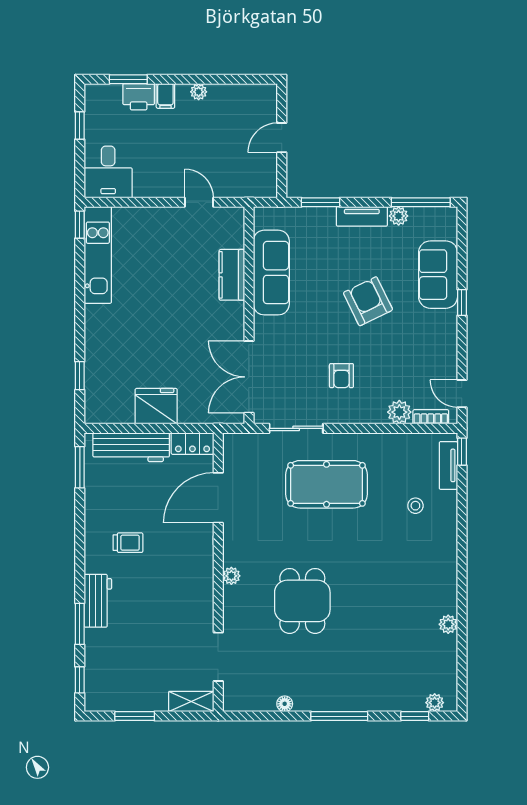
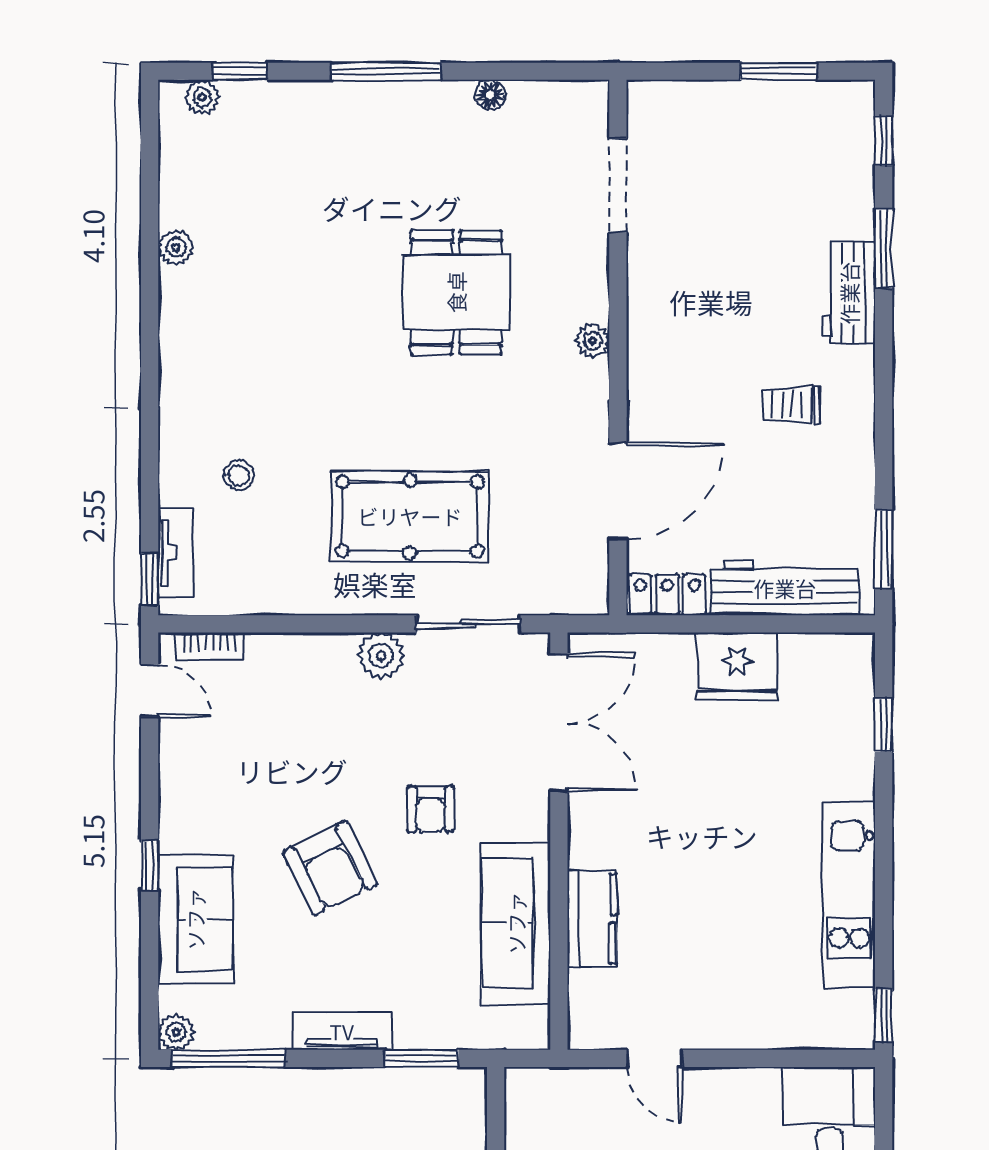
plant: (399, 216) -> (176, 1032), moved
kitchen unit: (98, 255) -> (849, 895), moved
armchair: (341, 376) -> (431, 809), moved, turned 180
plant: (399, 412) -> (381, 655), moved
shelving: (191, 701) -> (670, 99), removed

